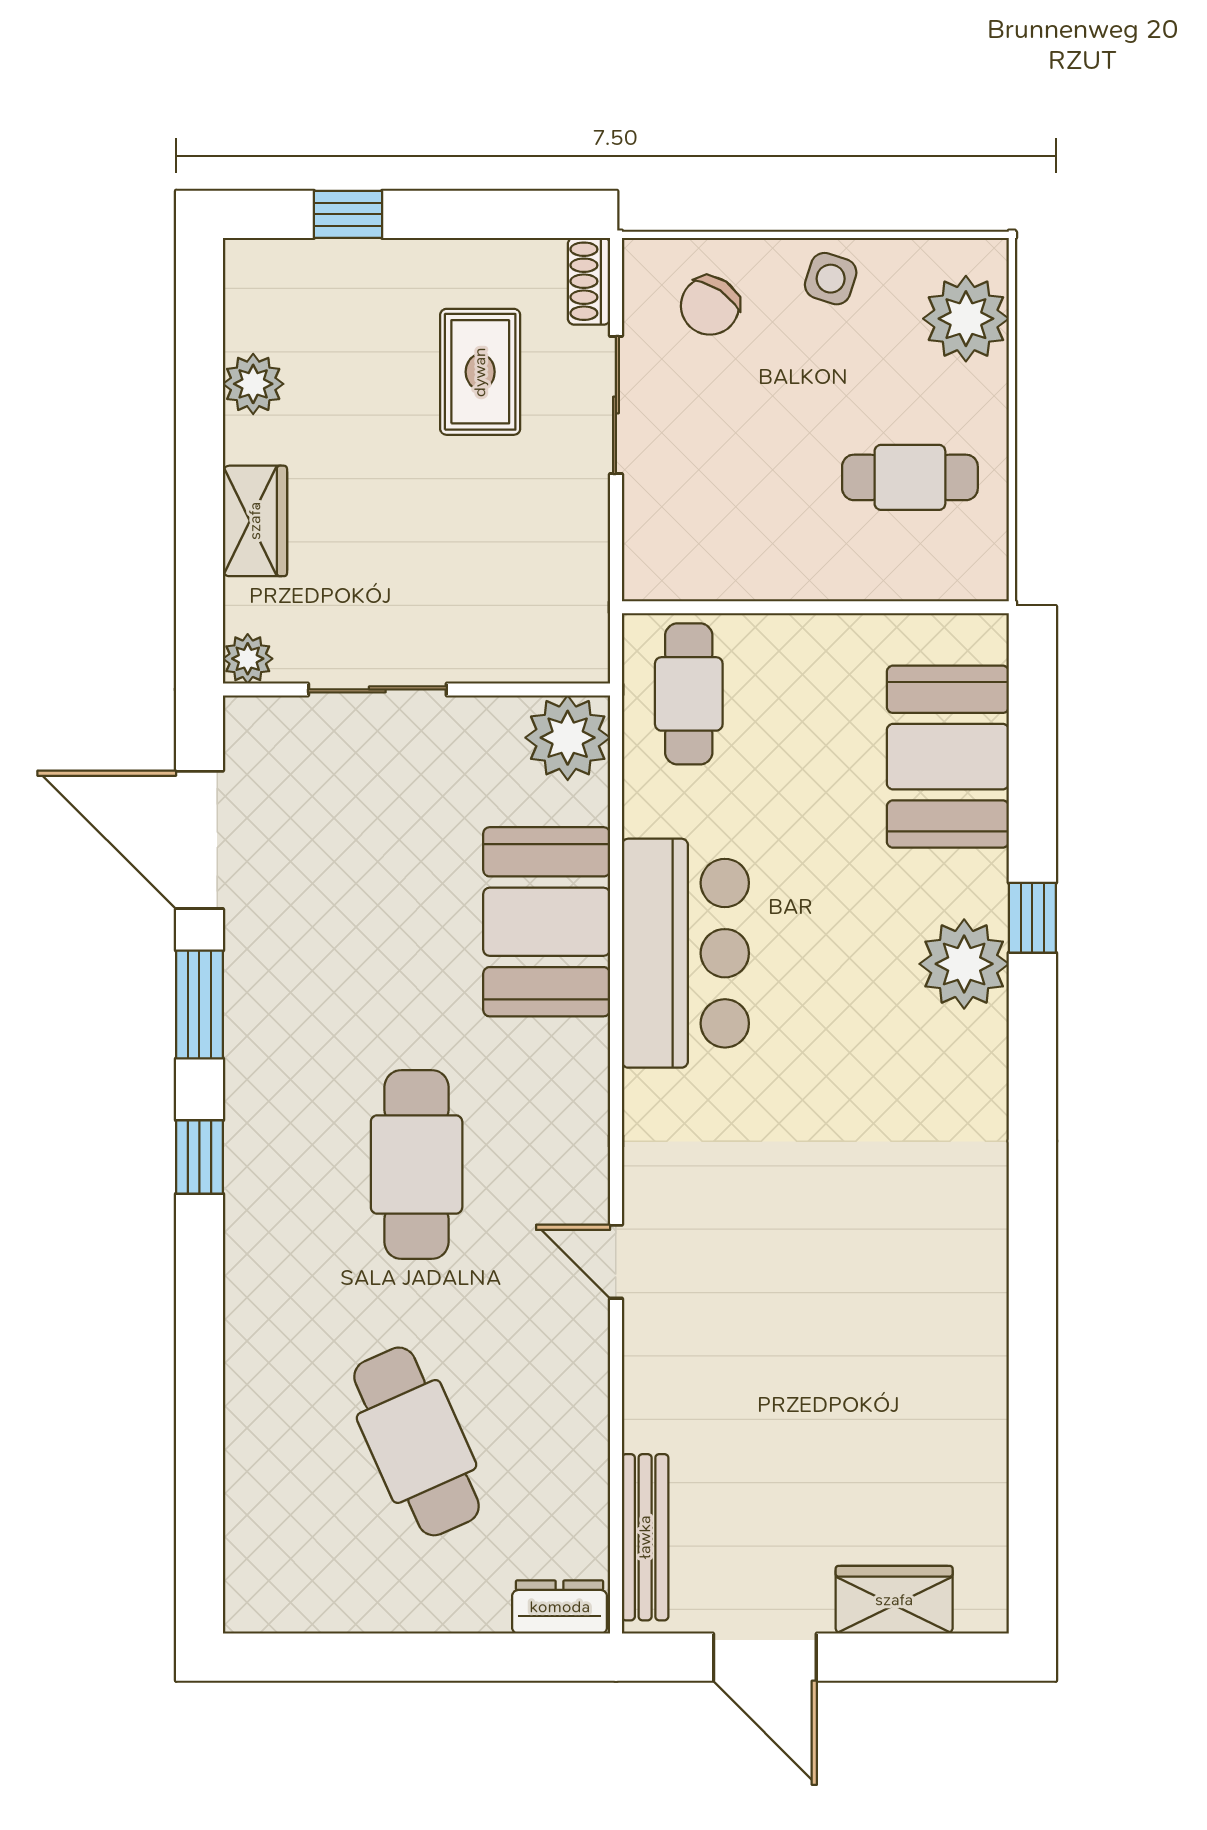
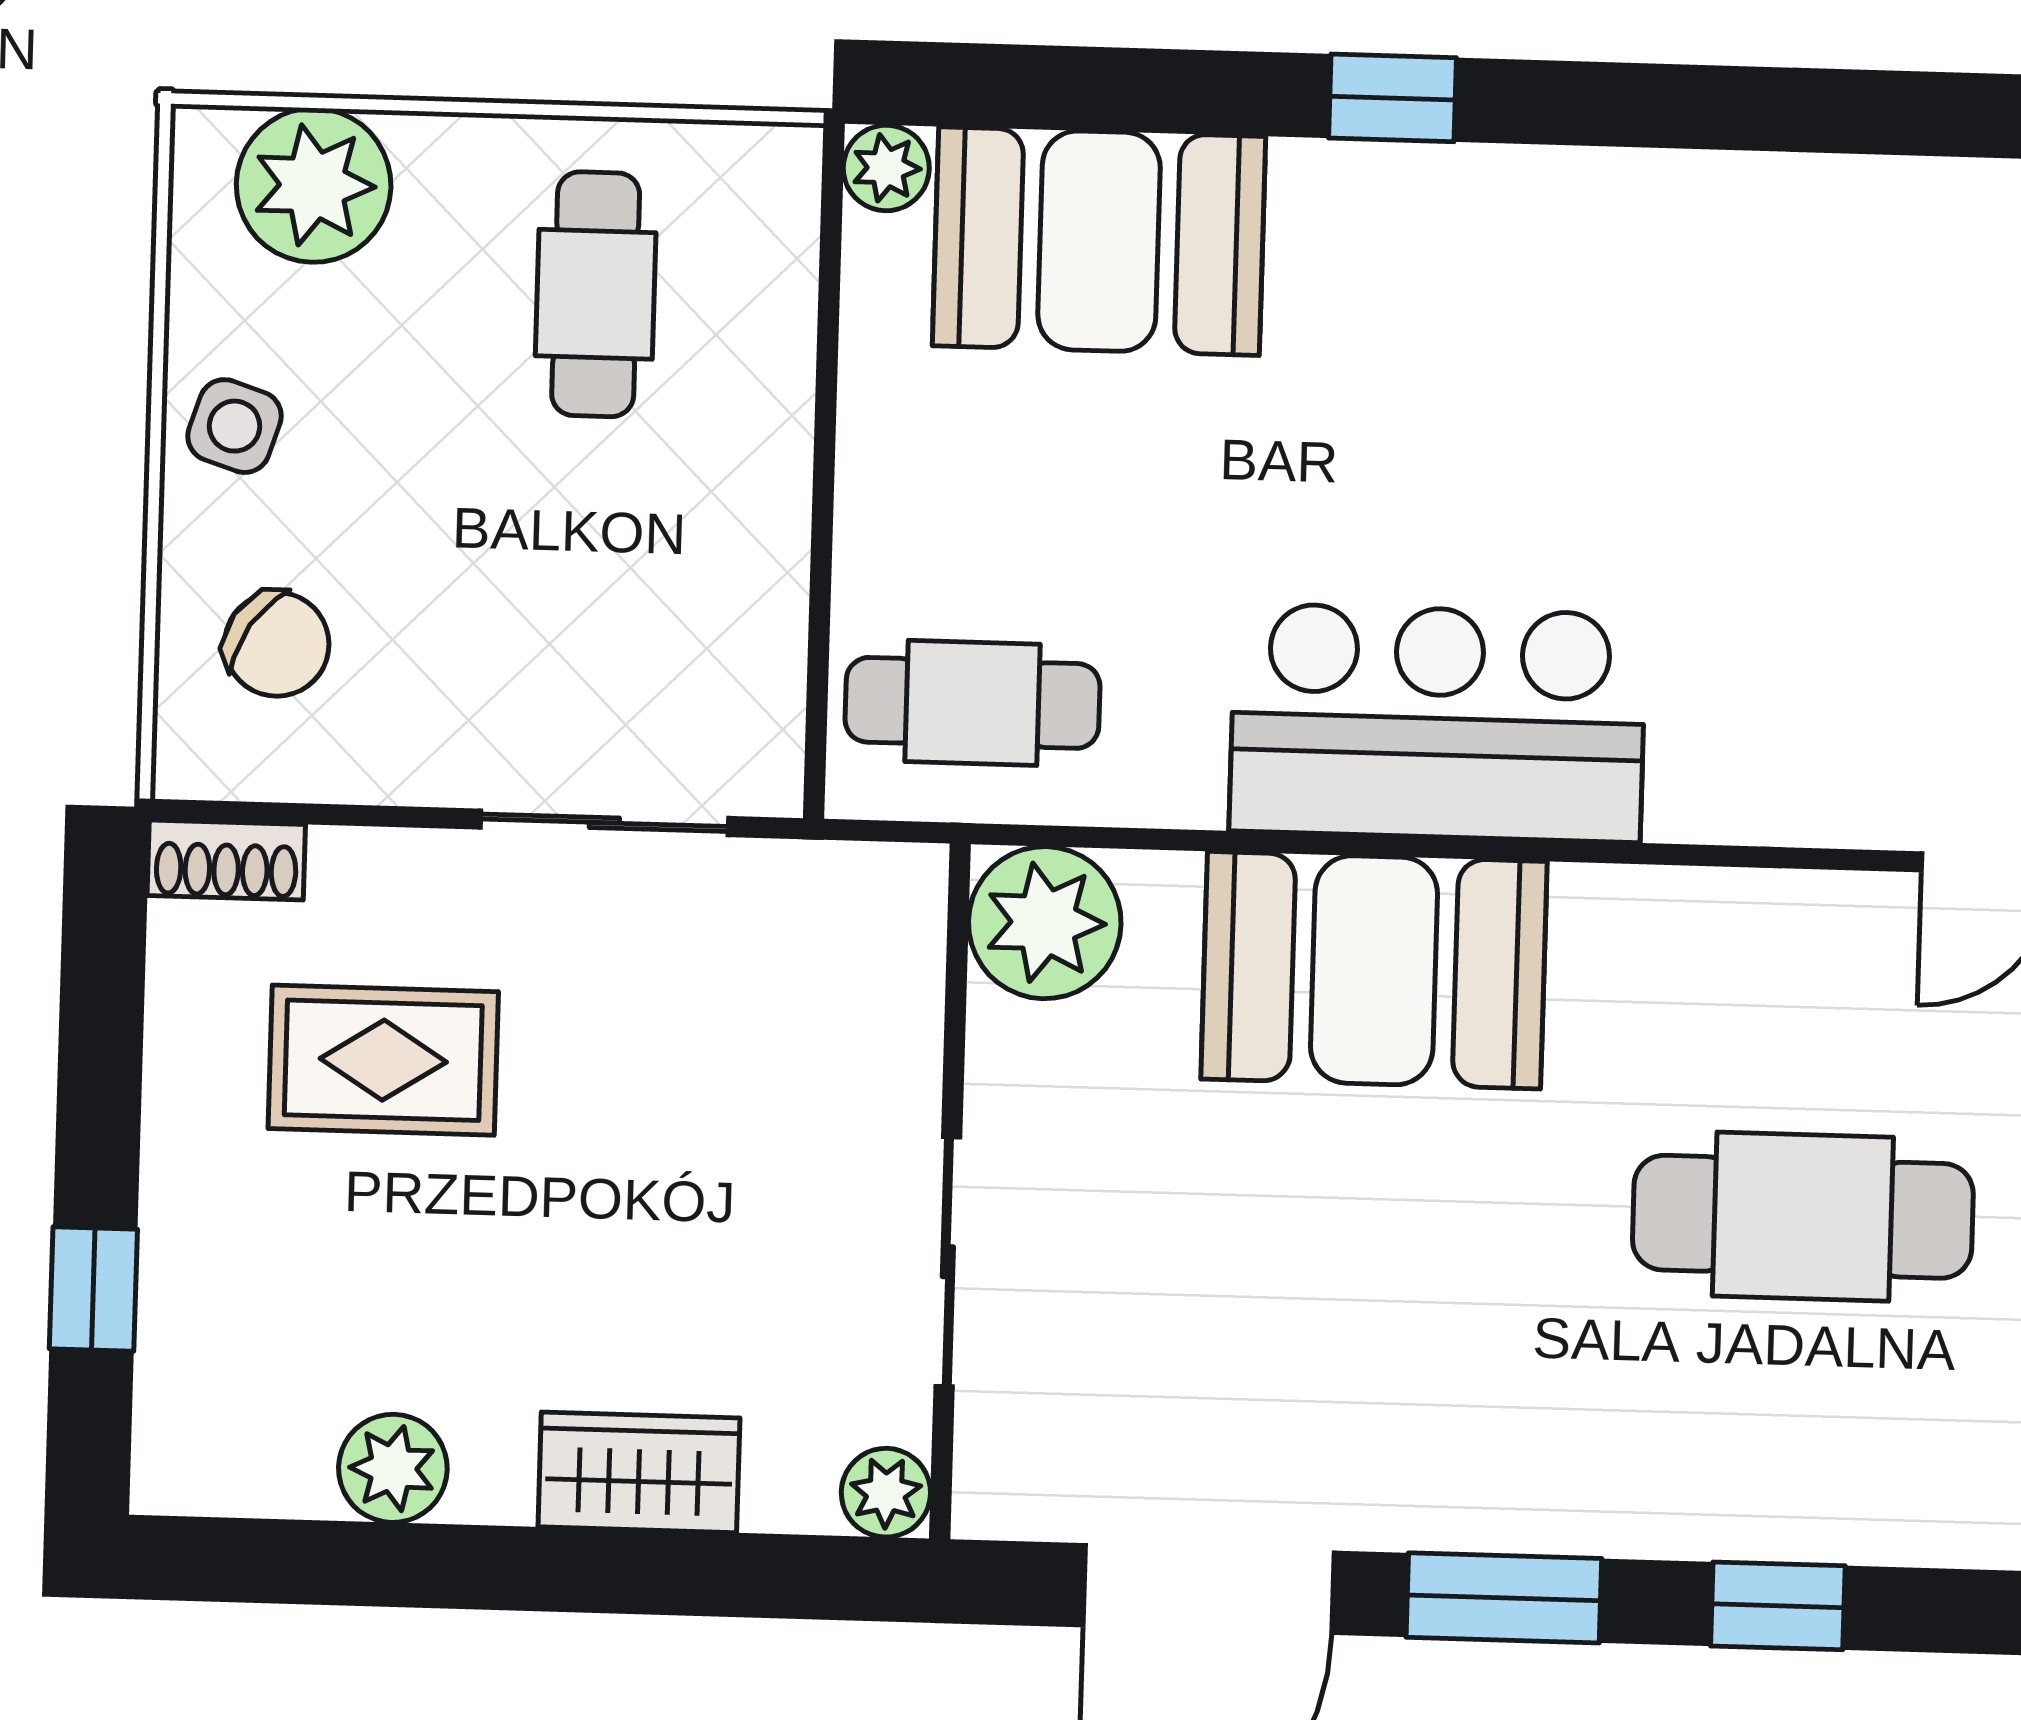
sliding door: (616, 405) -> (604, 823), moved
plant: (964, 964) -> (886, 168), moved, width x0.53, depth x0.53

